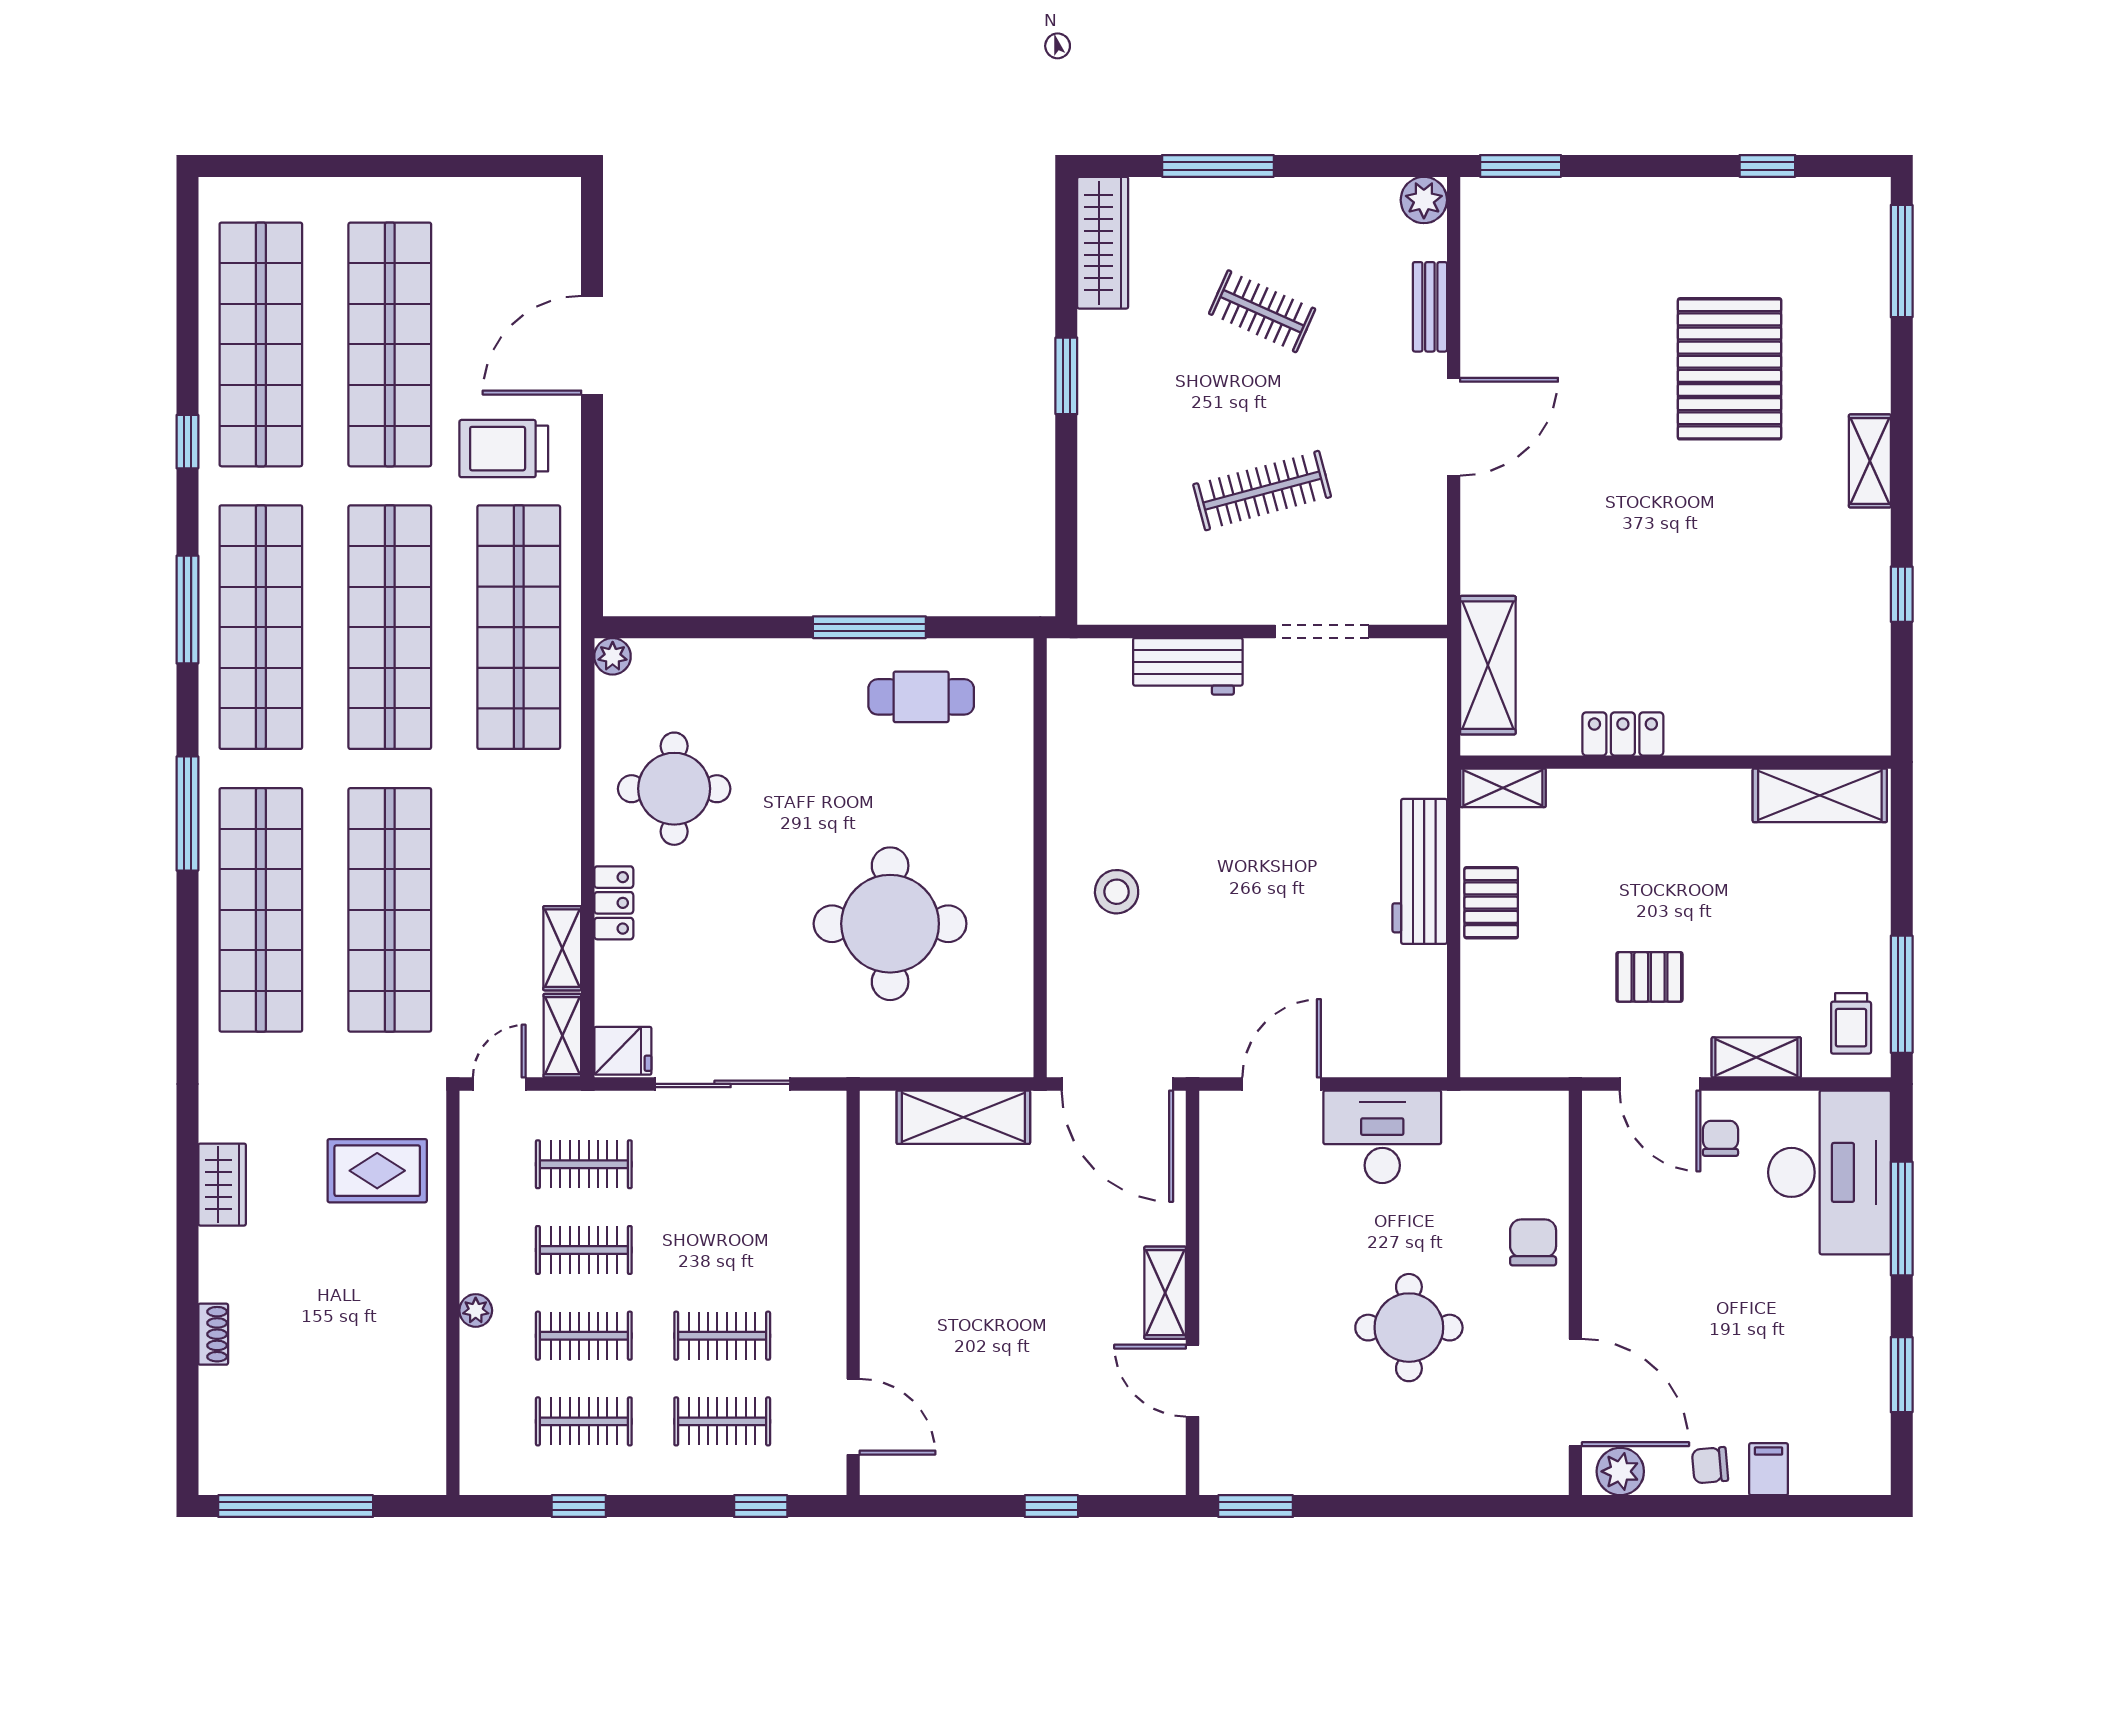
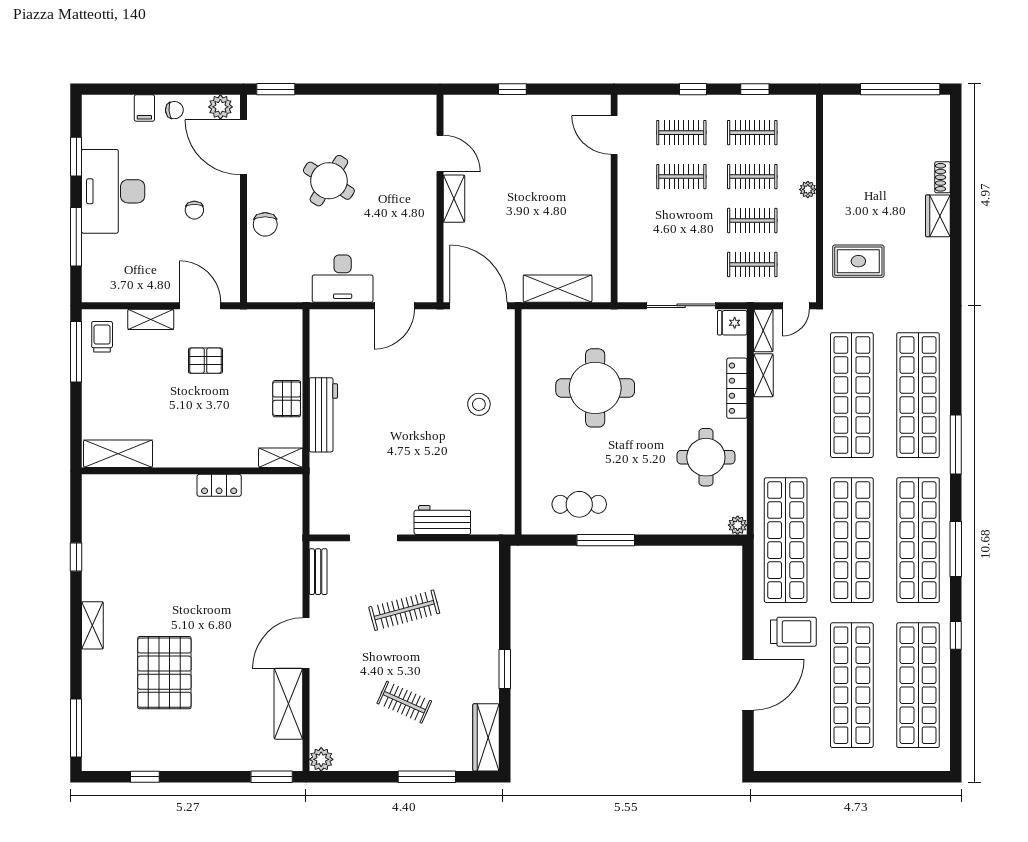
bench: (1430, 307) -> (318, 572), moved
shelving: (1488, 665) -> (288, 704), moved
locker: (614, 903) -> (737, 388), width x1.53
chair: (1720, 1138) -> (194, 210), moved
desk: (1829, 1172) -> (113, 191), moved
wardrobe: (222, 1185) -> (938, 216), moved
round table: (1409, 1328) -> (329, 181), turned 32
window: (761, 1506) -> (693, 89), moved
window: (1256, 1506) -> (276, 89), moved

